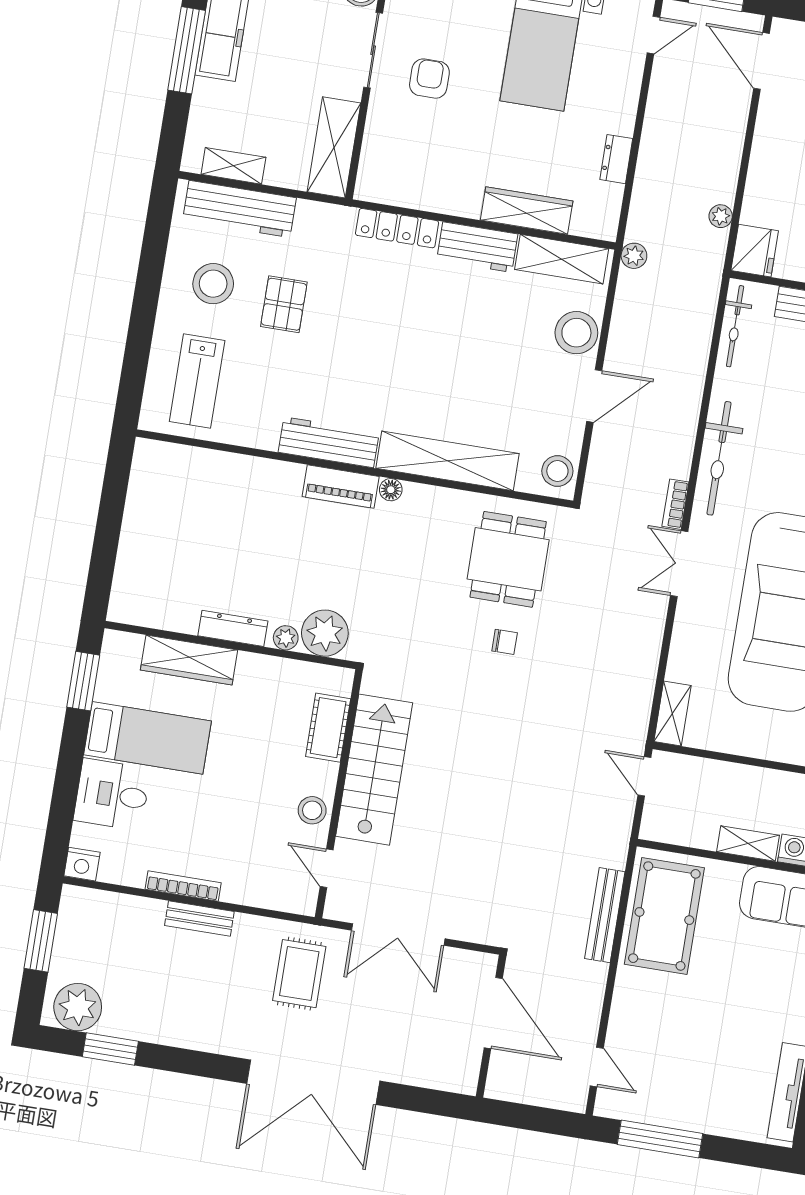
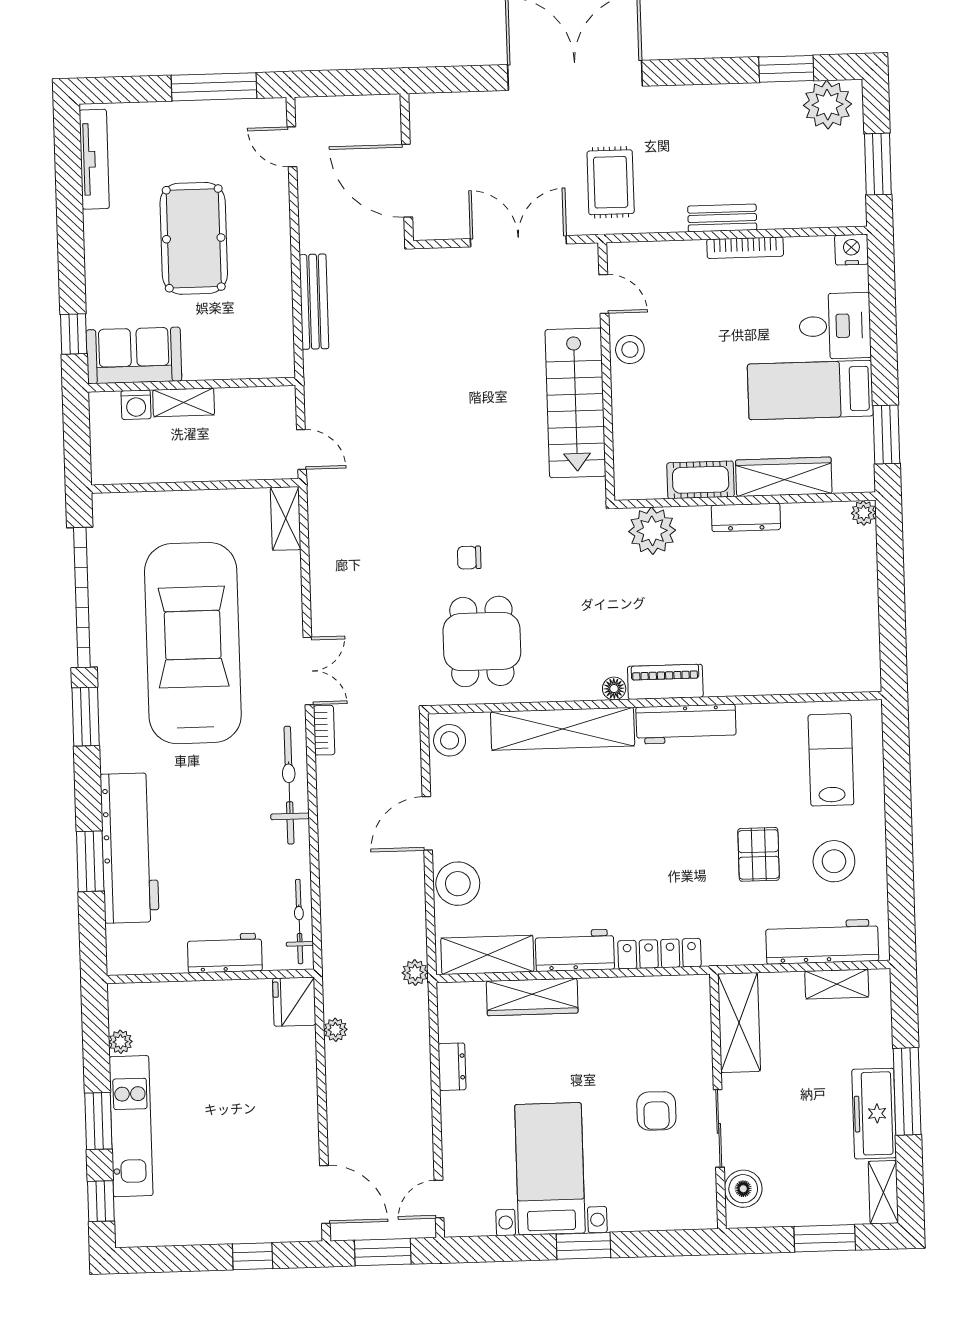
plant: (286, 638) -> (864, 513), moved
cot: (328, 728) -> (701, 480), moved, turned 90
pool table: (664, 916) -> (194, 238), moved

